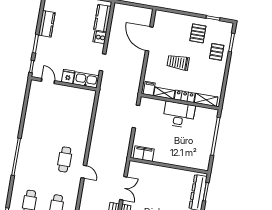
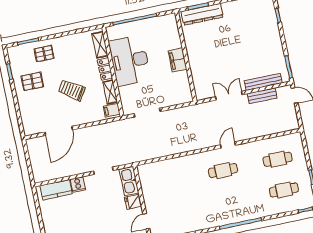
trolley: (178, 62) -> (72, 90), turned 123
desk: (179, 115) -> (130, 61), width x1.36, depth x1.30
filing cabinet: (144, 154) -> (177, 60), moved

